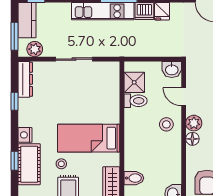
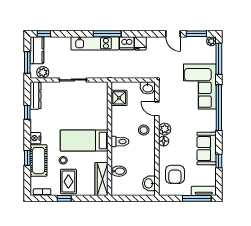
toilet: (136, 101) -> (120, 142), moved

